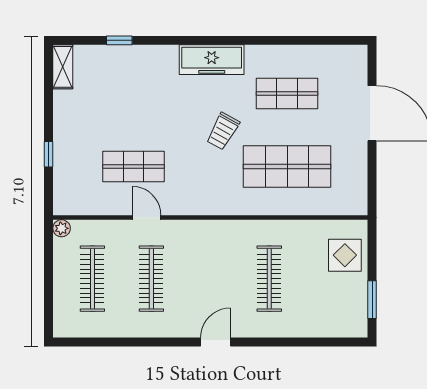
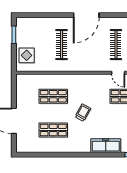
freezer: (212, 60) -> (106, 146), moved
shop shelf: (287, 166) -> (53, 96), width x0.70, depth x0.74
door: (216, 342) -> (86, 15), width x1.87

